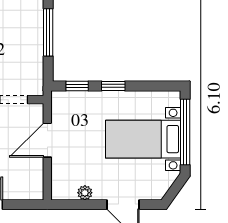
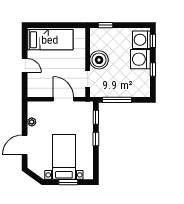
window: (48, 32) -> (117, 100), moved
window: (185, 132) -> (68, 182), width x0.47

